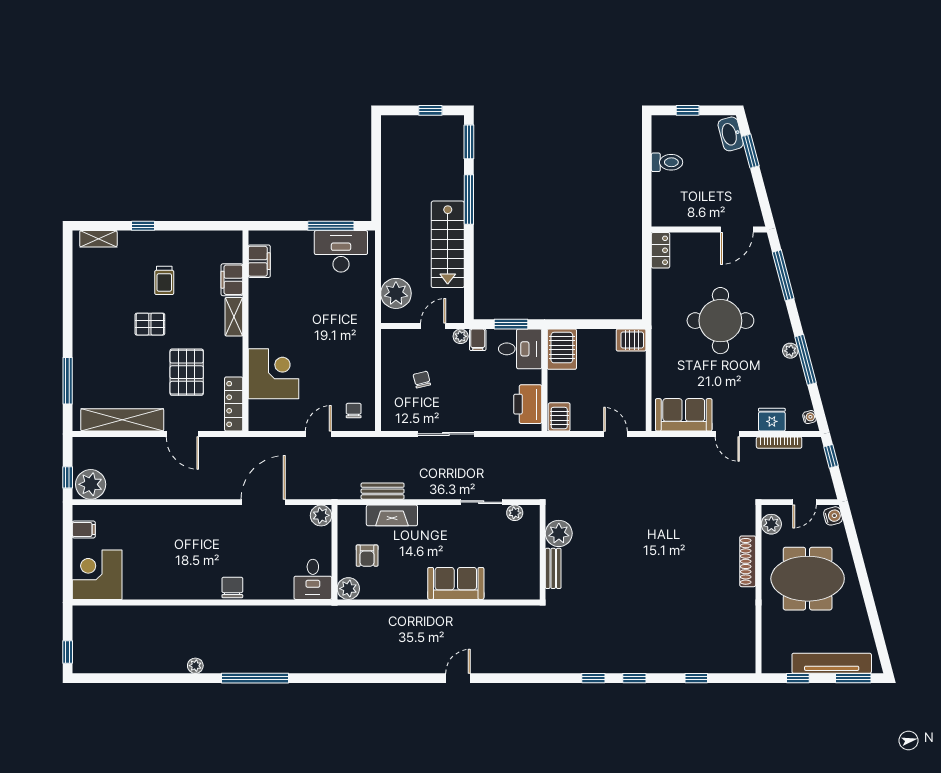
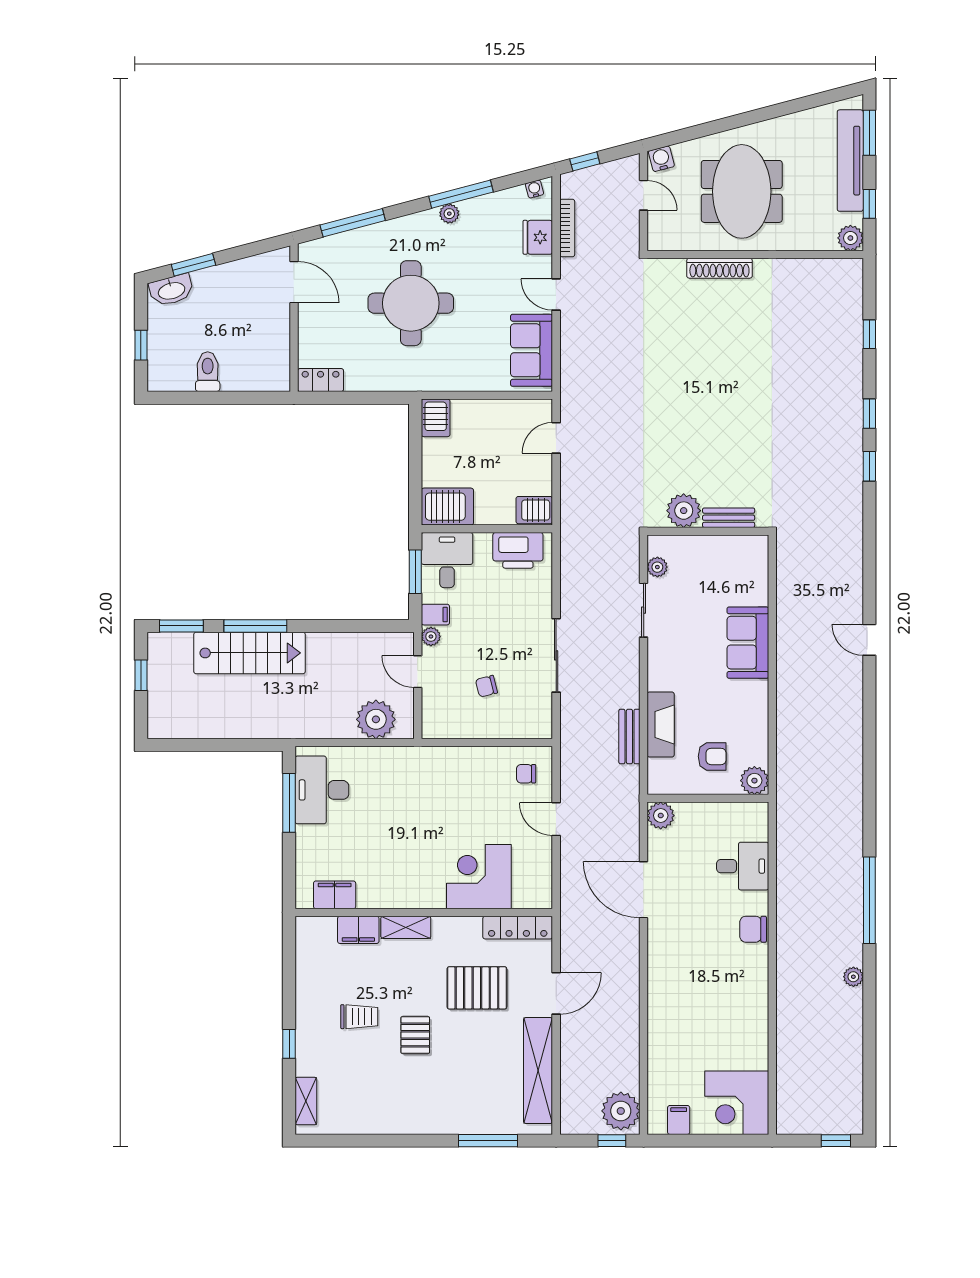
stairs: (448, 244) -> (250, 653), moved
door: (727, 434) -> (556, 294), swing flipped
plant: (771, 524) -> (850, 238), moved
desk: (313, 579) -> (743, 866), moved

